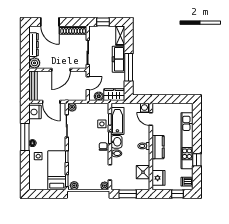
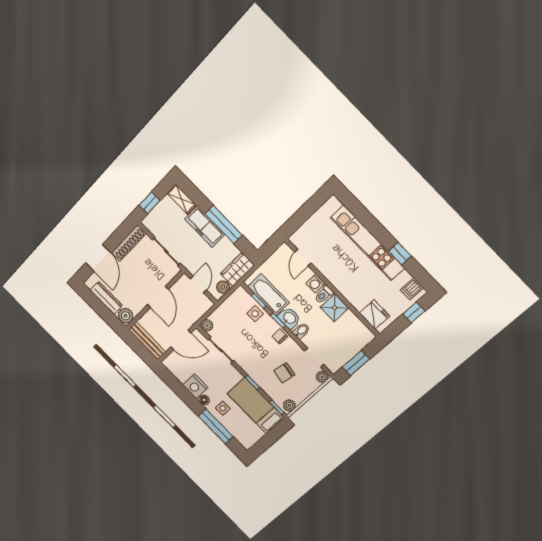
door: (50, 22) -> (98, 258), hinge flipped
washing machine: (145, 108) -> (316, 283), moved
nightstand: (35, 112) -> (195, 386), moved
door: (151, 119) -> (303, 258), hinge flipped
window: (25, 137) -> (216, 426), moved
kitchen counter: (158, 147) -> (341, 281), removed
chair: (88, 167) -> (284, 373), added
shower: (143, 172) -> (334, 308), moved

